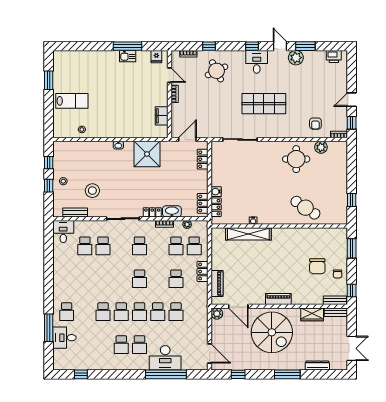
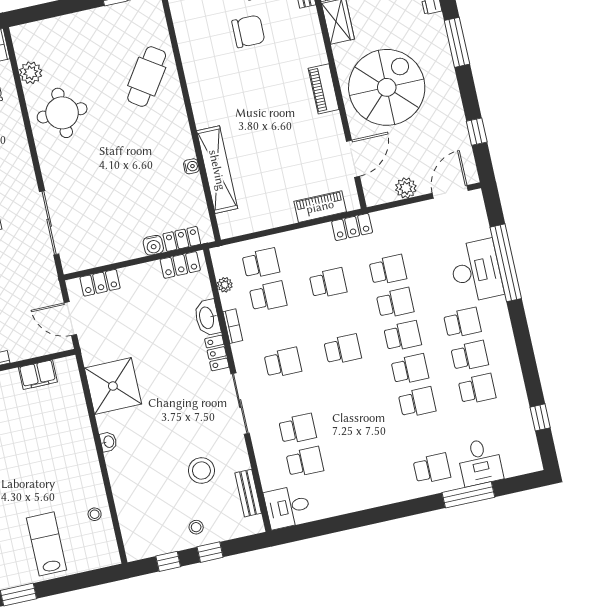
locker: (203, 271) -> (352, 227), moved
plant: (217, 314) -> (406, 188), moved
school desk: (103, 345) -> (477, 389), added

